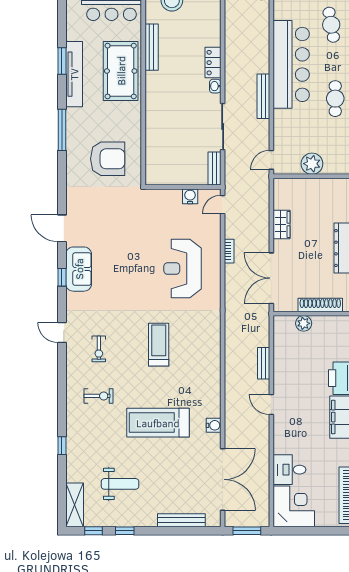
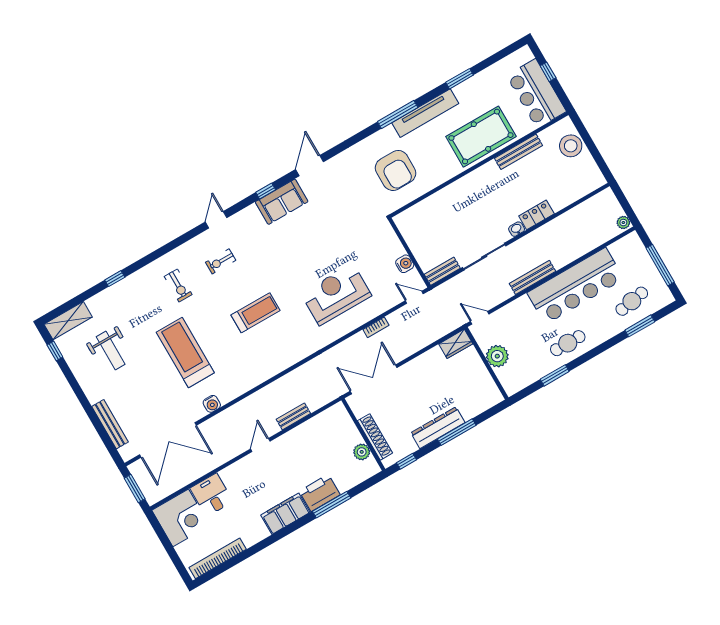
tv unit: (74, 74) -> (425, 113), moved
wardrobe: (282, 224) -> (456, 344), moved
plant: (304, 323) -> (362, 452), moved
window: (125, 531) -> (71, 379), removed

